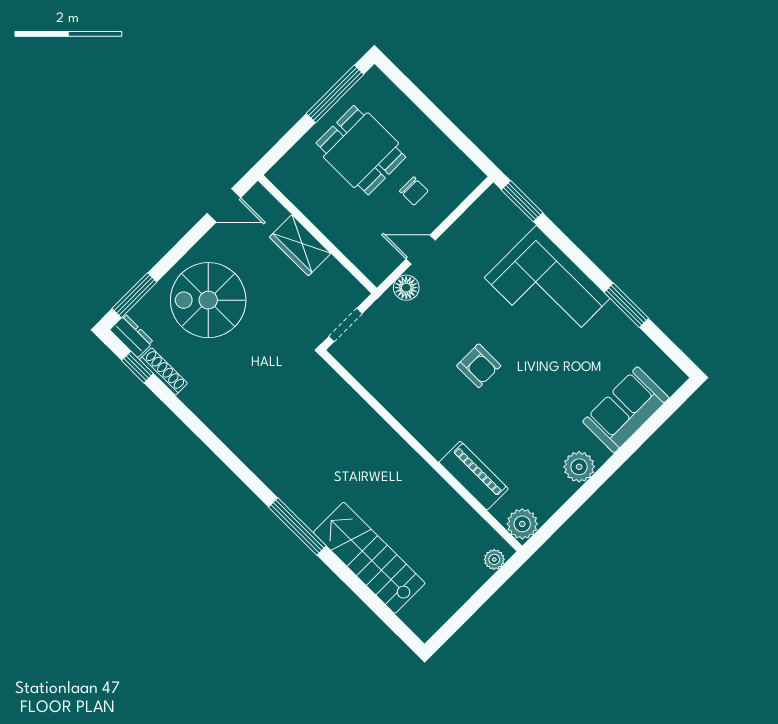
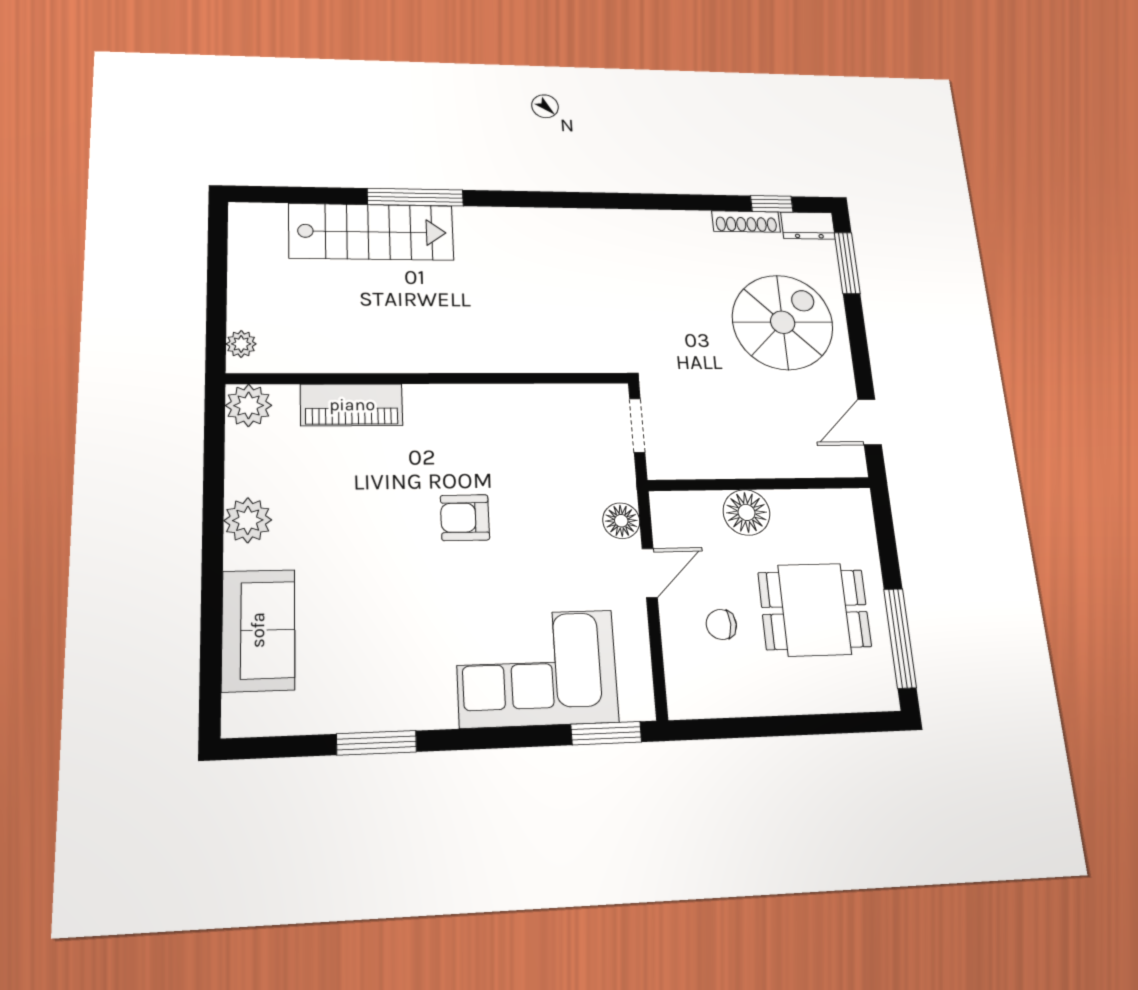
floor lamp: (340, 228) -> (747, 512), added
wardrobe: (300, 245) -> (763, 457), removed
corner sofa: (547, 288) -> (537, 668), moved
window: (297, 527) -> (415, 197), moved

